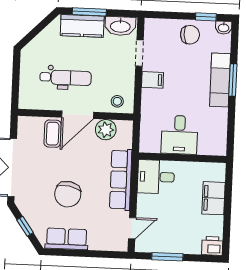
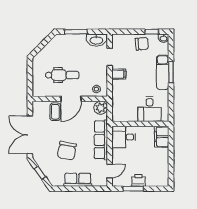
kitchen counter: (82, 26) -> (72, 41), removed
plant: (106, 130) -> (101, 108), moved
desk: (179, 135) -> (150, 109), moved
filing cabinet: (214, 198) -> (162, 137), moved
row of seats: (67, 239) -> (78, 180), moved
printer: (212, 246) -> (138, 180), moved

